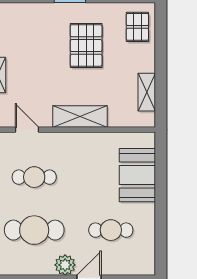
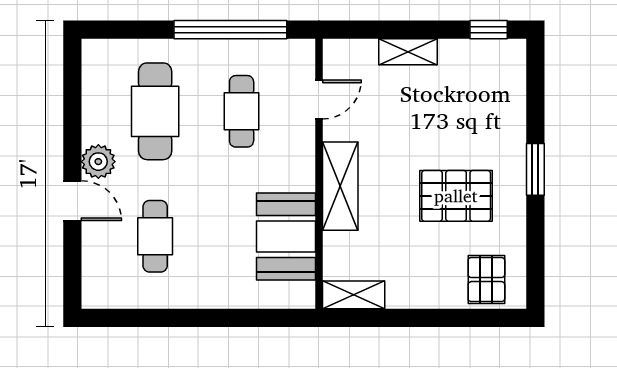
pallet: (137, 27) -> (486, 280), turned 90
shelving: (147, 92) -> (354, 295), moved
booth: (137, 175) -> (286, 237), moved, turned 90

